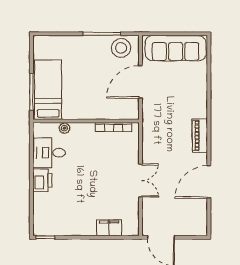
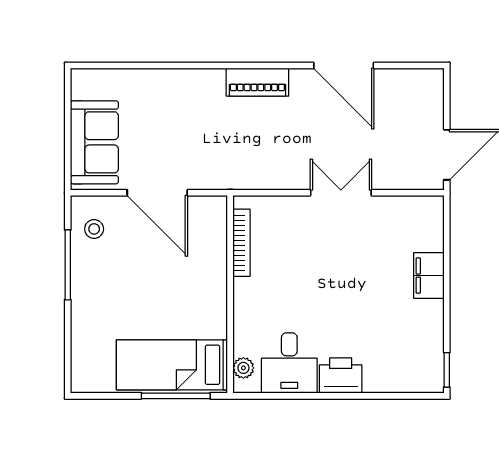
stool: (121, 48) -> (94, 229), width x0.53, depth x0.53
sofa: (176, 48) -> (94, 142), width x0.73
plant: (64, 128) -> (243, 368), moved
filing cabinet: (109, 228) -> (429, 276), moved

